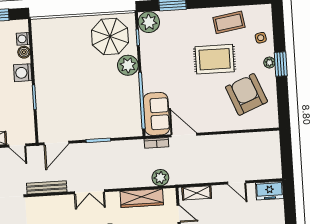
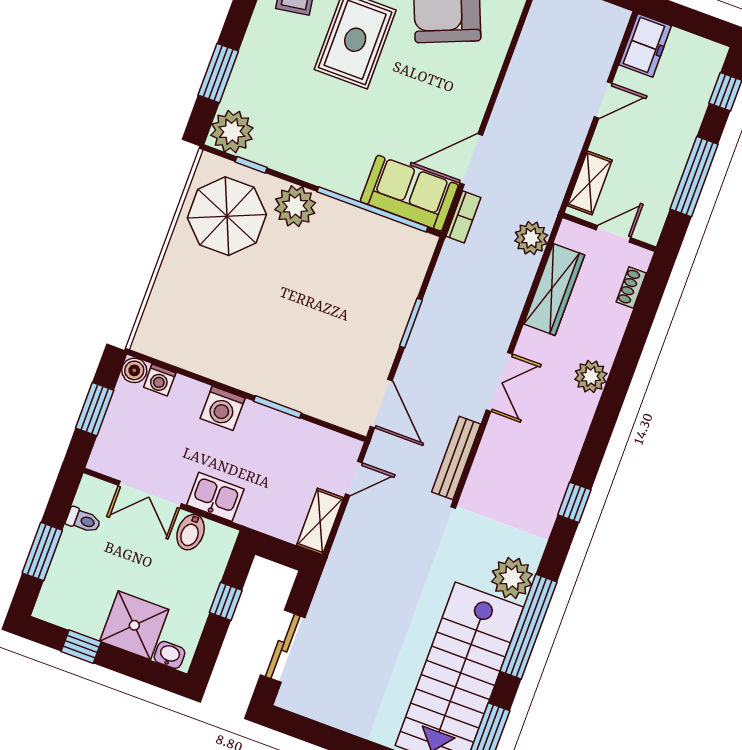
boiler: (24, 52) -> (134, 370), moved

